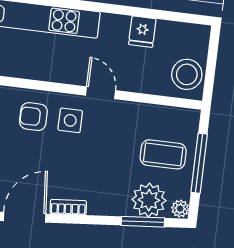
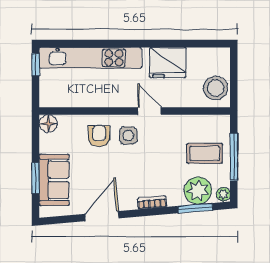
fridge: (142, 32) -> (168, 63), width x1.88, depth x1.34
armchair: (33, 117) -> (99, 136), turned 90
bookcase: (68, 207) -> (152, 202), moved

